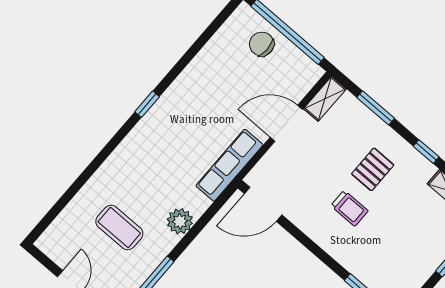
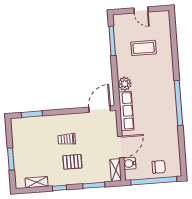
water cooler: (297, 89) -> (130, 163), added
window: (147, 104) -> (178, 103), width x3.17
pallet: (373, 169) -> (72, 162), turned 90
plant: (180, 221) -> (125, 84), moved

